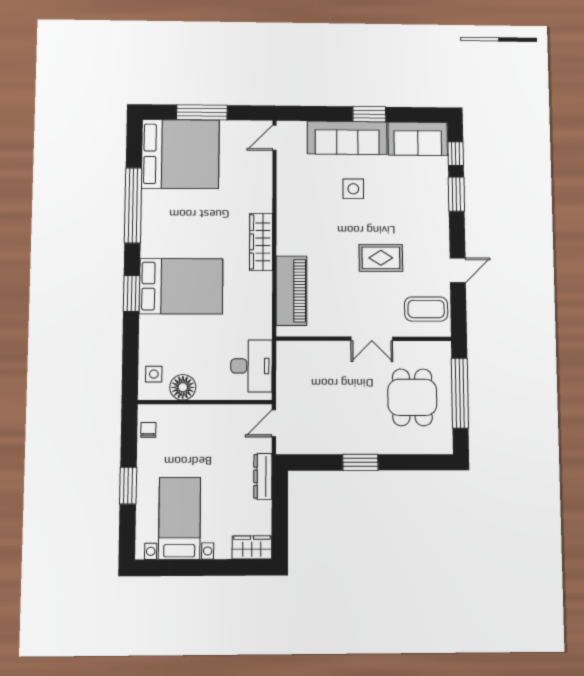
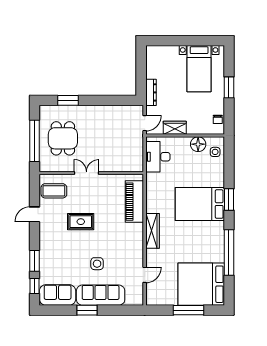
door: (275, 138) -> (145, 275), moved
window: (360, 462) -> (68, 100), moved
wardrobe: (252, 547) -> (175, 128), moved, turned 180

